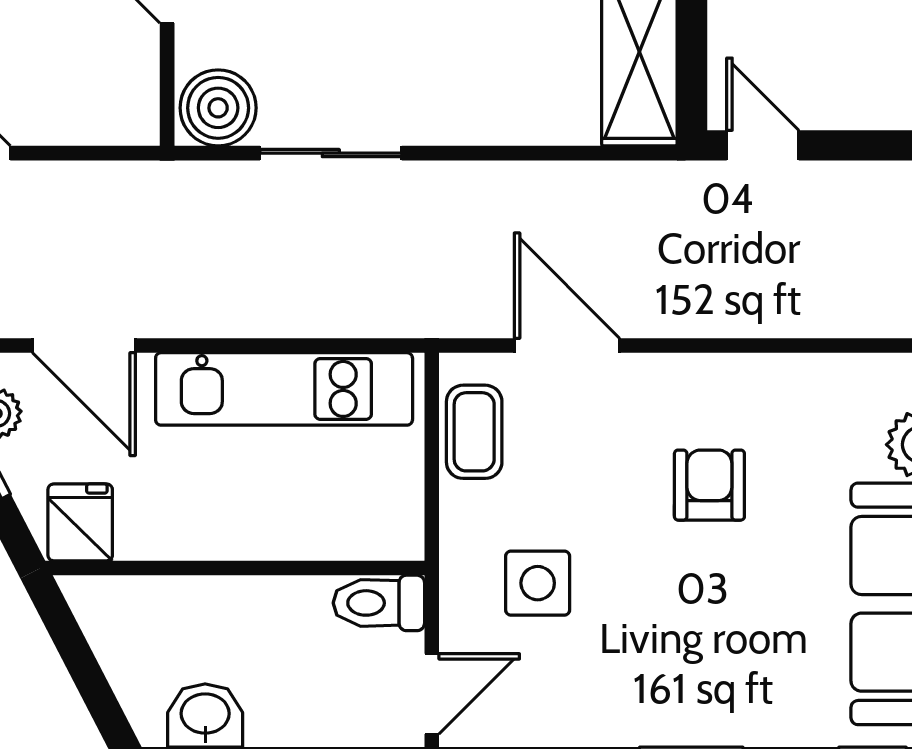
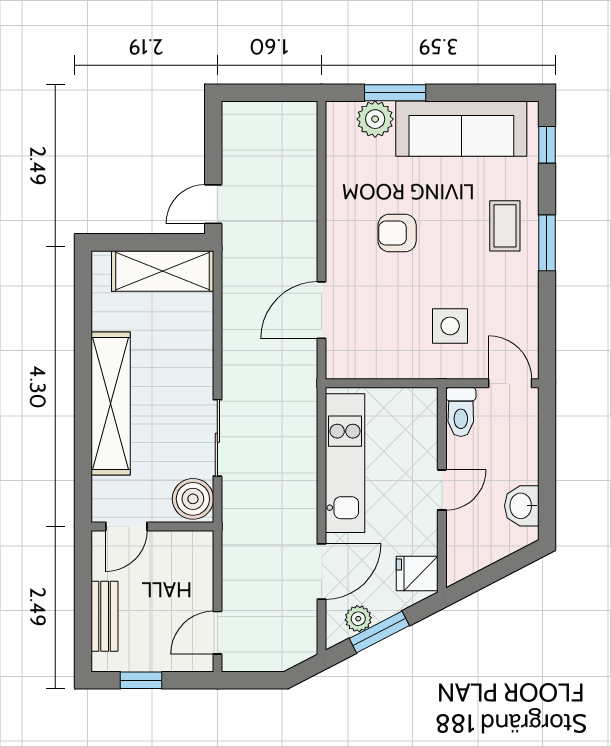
coffee table: (474, 432) -> (505, 226), moved, turned 90
door: (235, 568) -> (442, 490), added

